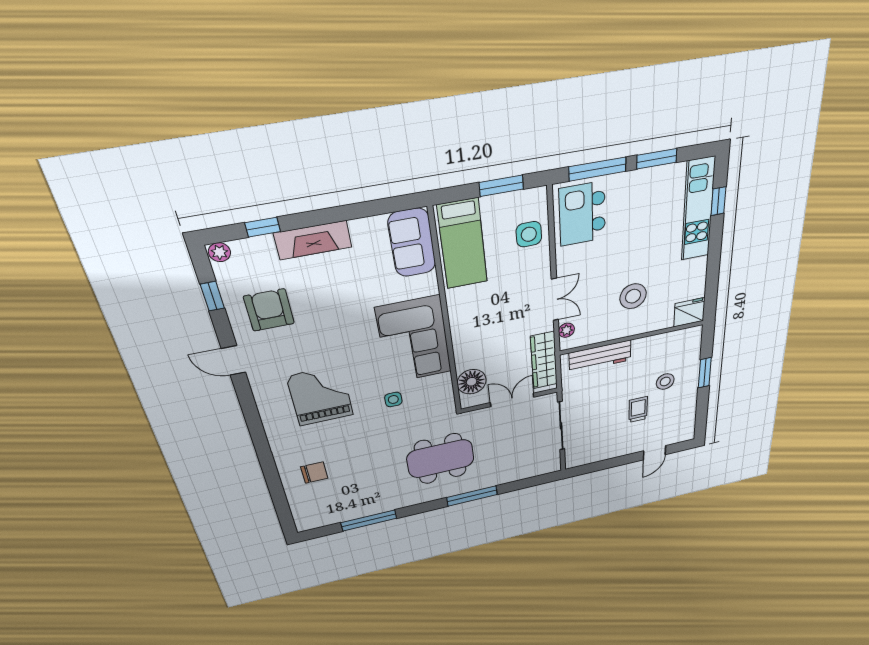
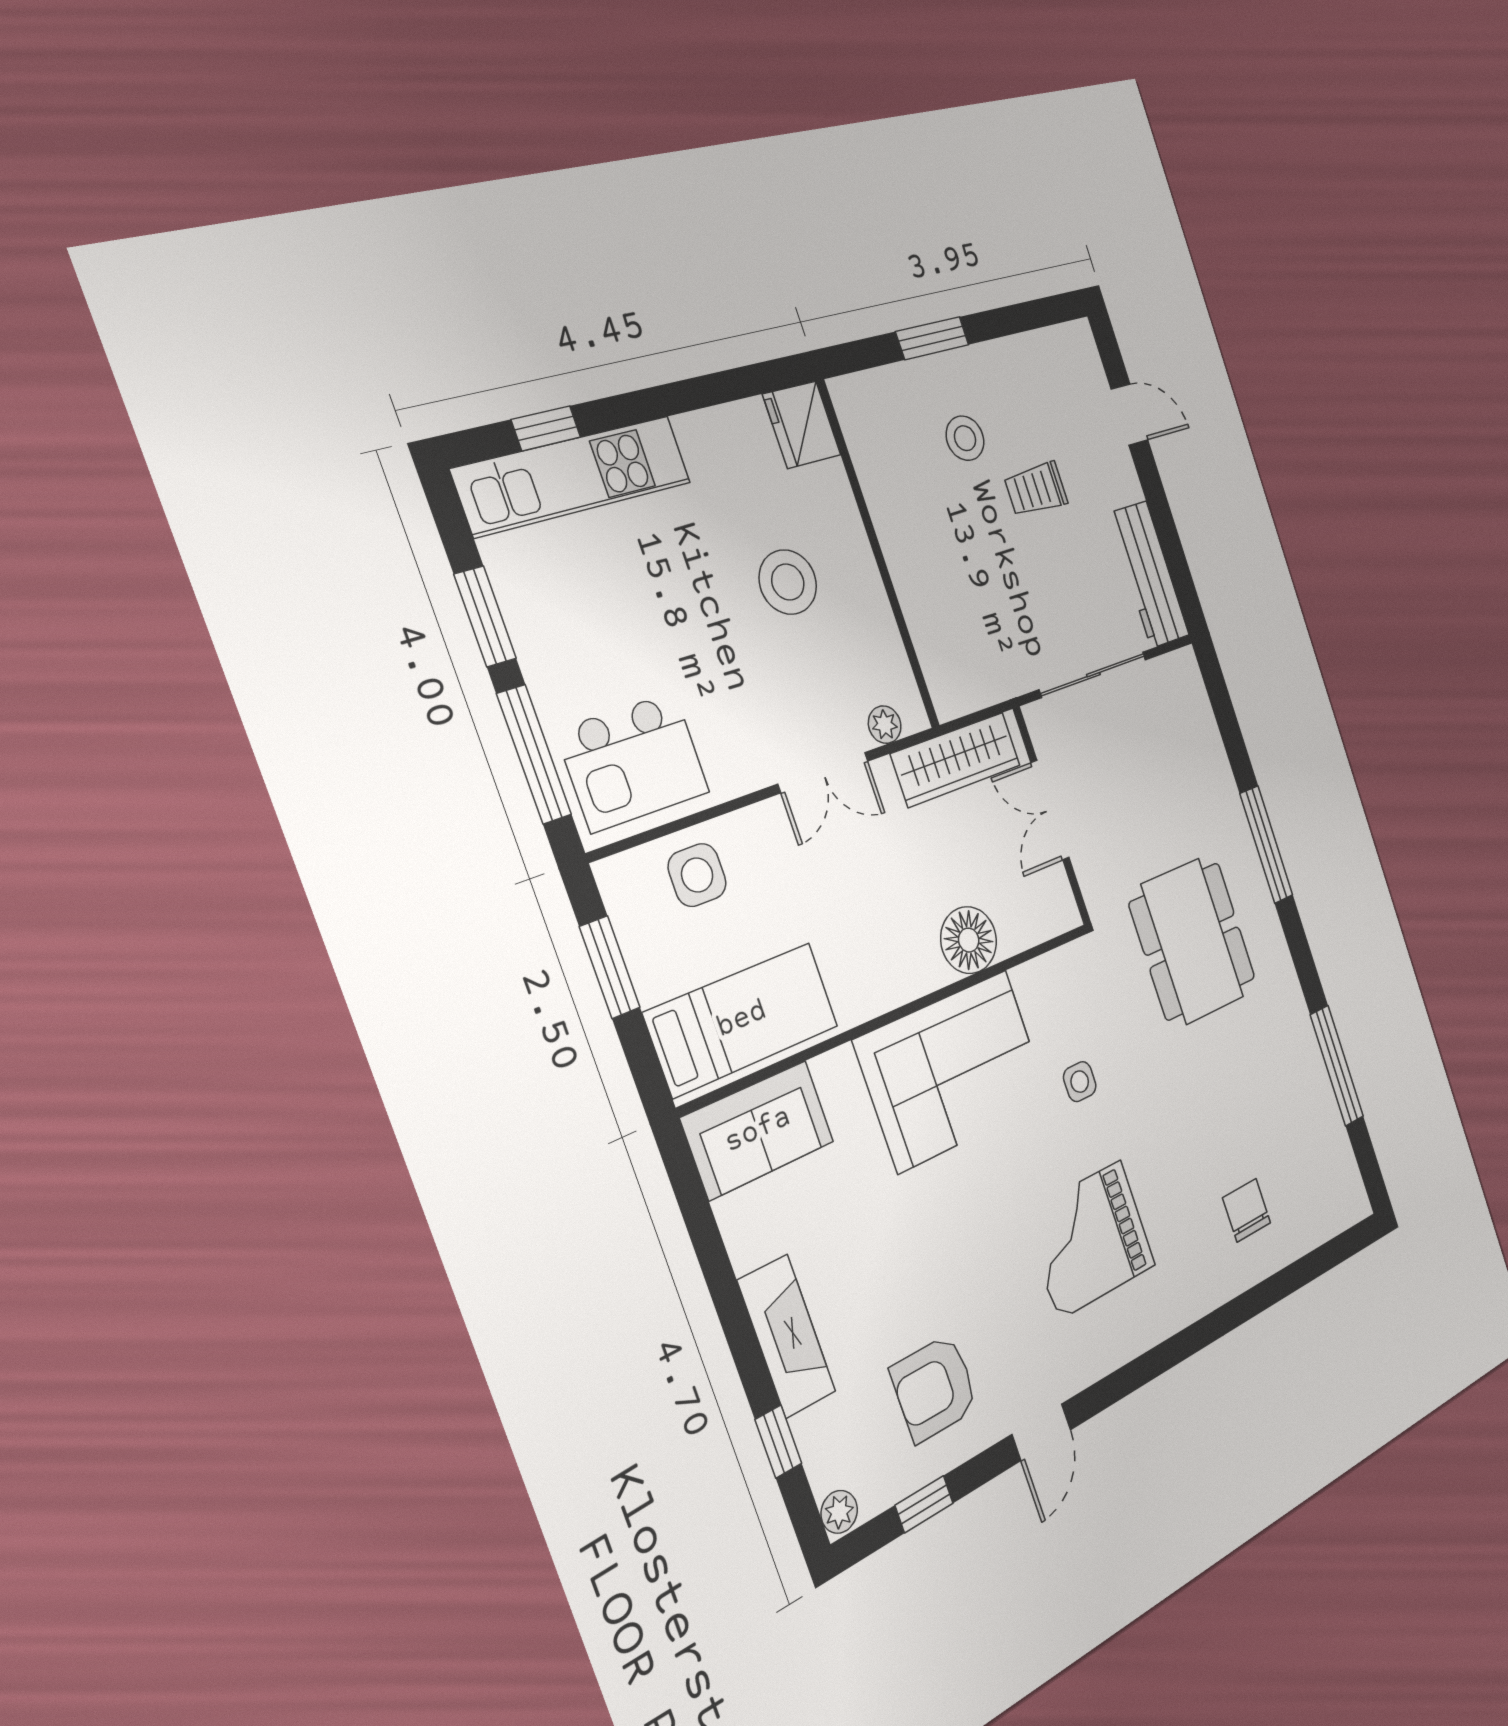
double door: (555, 299) -> (823, 773), swing flipped
workbench: (600, 356) -> (1149, 574), moved, turned 180
floor lamp: (472, 382) -> (969, 940), moved

